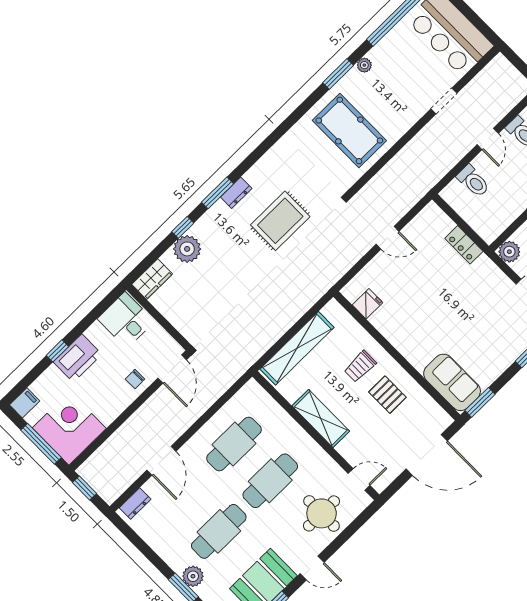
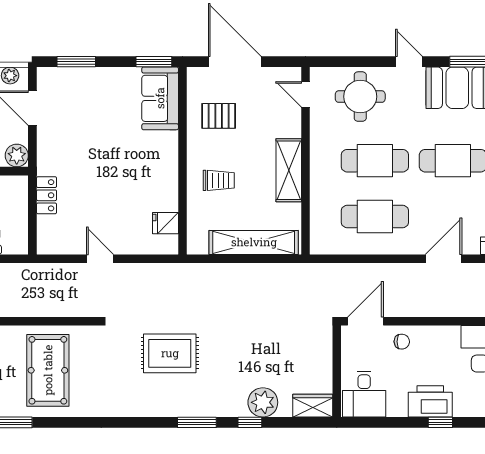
dresser: (236, 193) -> (182, 408), removed
pallet: (387, 395) -> (219, 116), moved, turned 90

